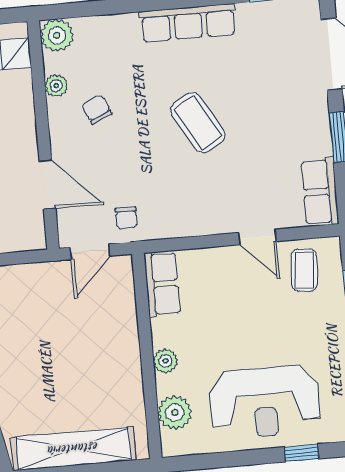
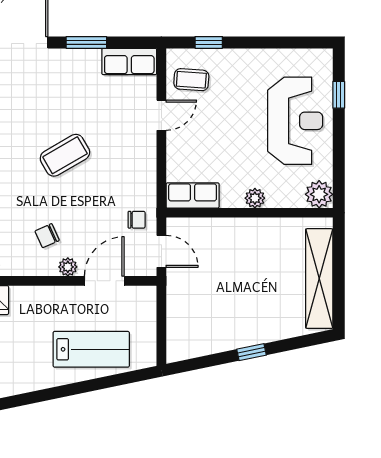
plant: (56, 86) -> (68, 267), moved
plant: (175, 413) -> (319, 194), moved

